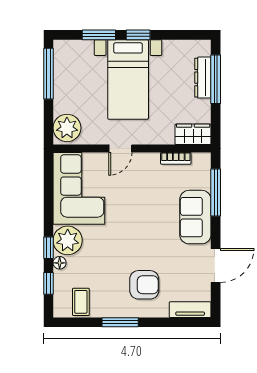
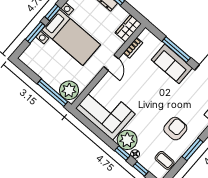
window: (48, 74) -> (53, 93), moved
door: (120, 149) -> (111, 63), moved
window: (216, 192) -> (176, 50), moved
armchair: (144, 285) -> (175, 129), moved

